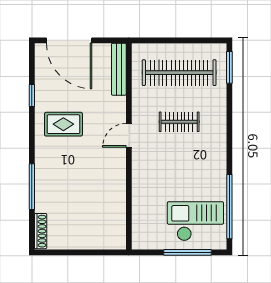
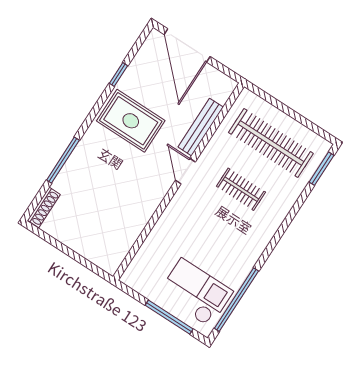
bench: (119, 69) -> (201, 127), moved
rug: (63, 124) -> (131, 121), width x1.36, depth x1.43
door: (129, 135) -> (185, 171), hinge flipped

